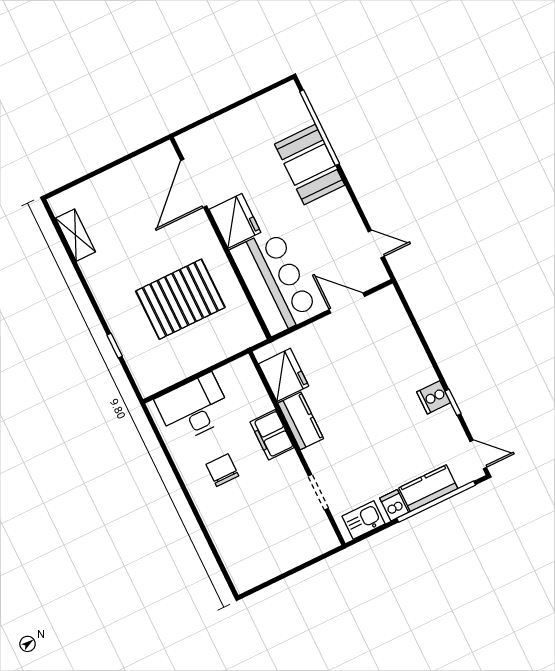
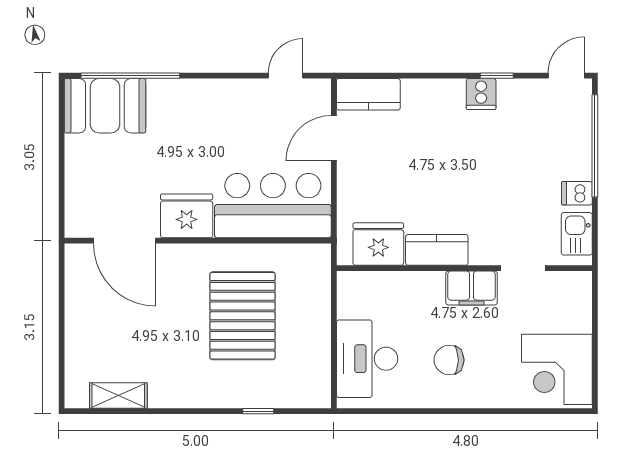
booth: (310, 165) -> (105, 106), moved
filing cabinet: (272, 435) -> (471, 288), moved
kitchen counter: (428, 488) -> (368, 94), moved, turned -90
corner desk: (255, 554) -> (557, 369), added

